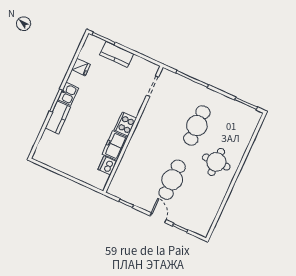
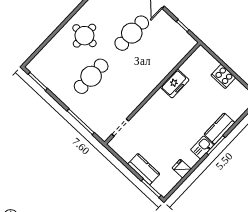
cooker: (125, 124) -> (223, 76), moved, turned 90
dishwasher: (107, 166) -> (188, 67), removed

